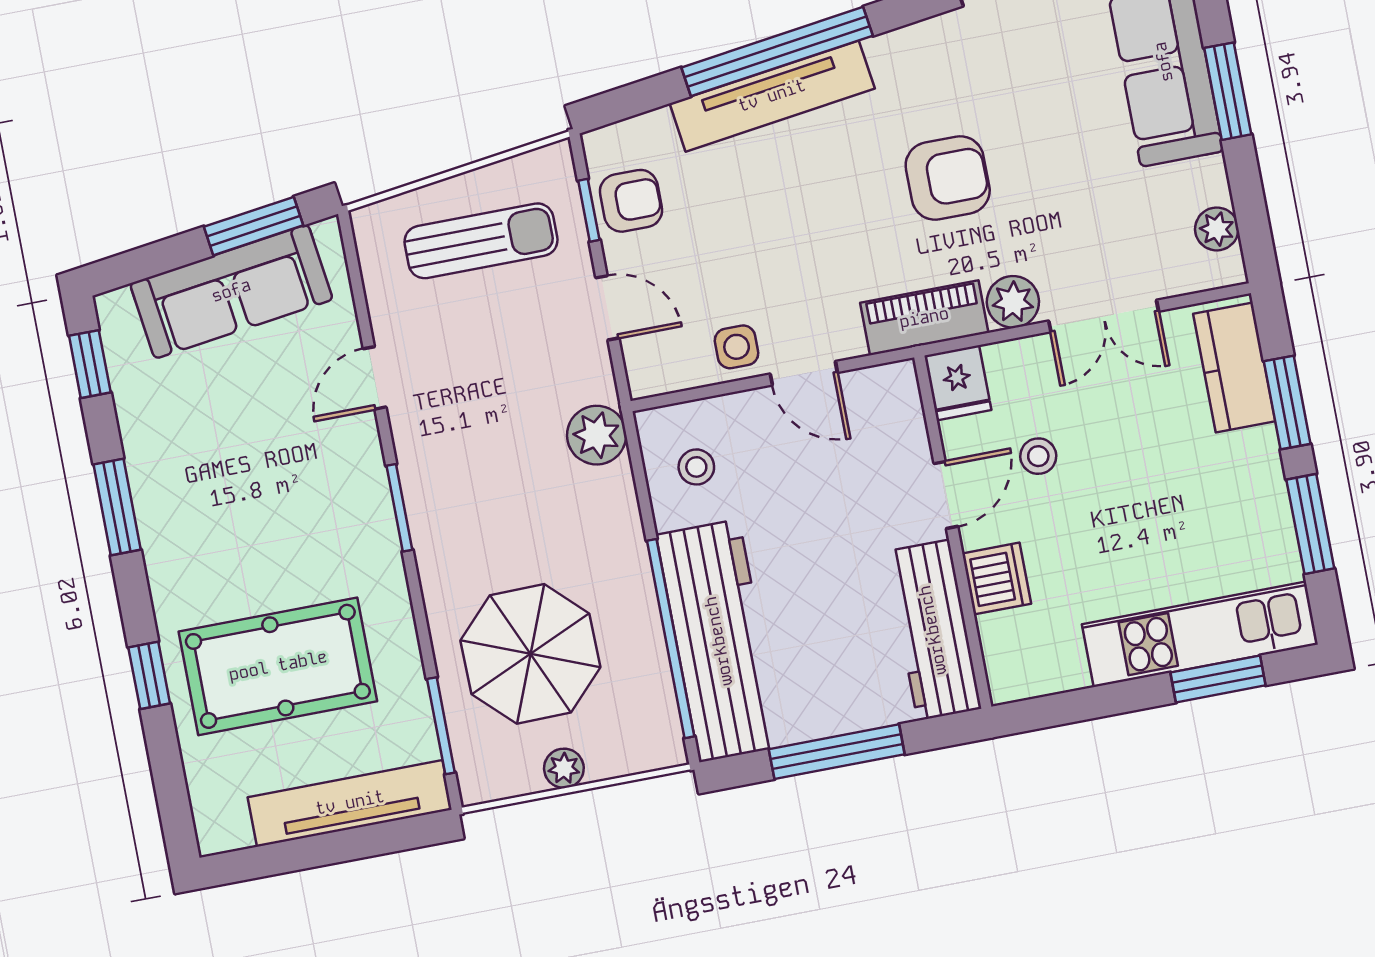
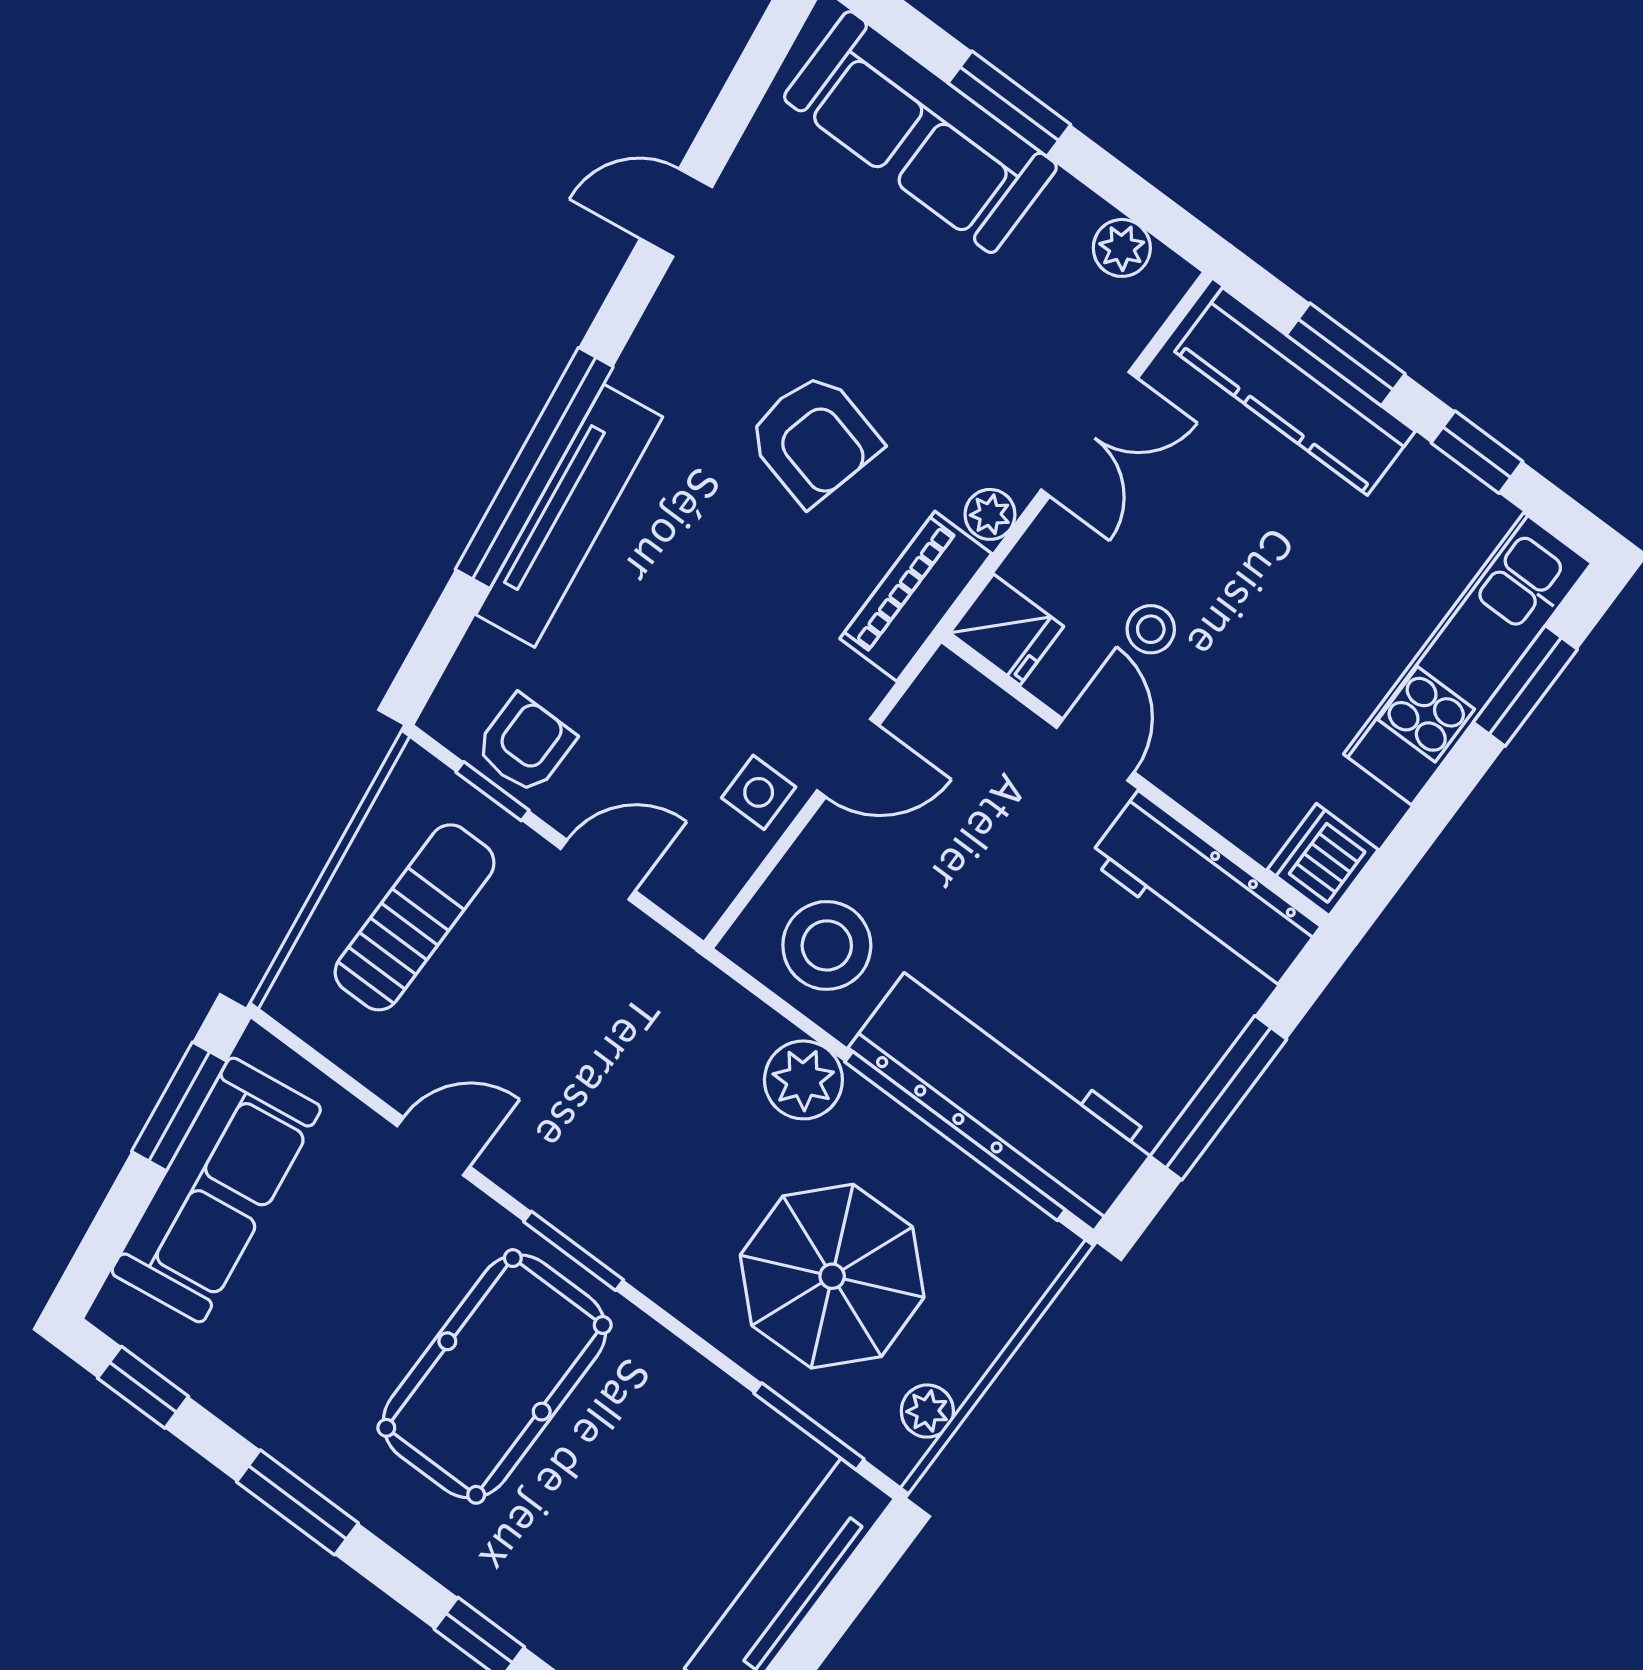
armchair: (948, 178) -> (814, 439), turned 104
plant: (1013, 302) -> (990, 514), width x0.73, depth x0.73
kitchen counter: (1234, 368) -> (1295, 391), width x1.50
door: (375, 378) -> (433, 1146), swing flipped
plant: (597, 435) -> (803, 1080), moved
stool: (696, 467) -> (827, 945), width x1.89, depth x1.89
window: (1310, 524) -> (1477, 452), width x0.67
dishwasher: (997, 579) -> (1323, 860), moved, turned -90
pool table: (278, 666) -> (495, 1376), moved
plant: (564, 768) -> (927, 1411), moved

